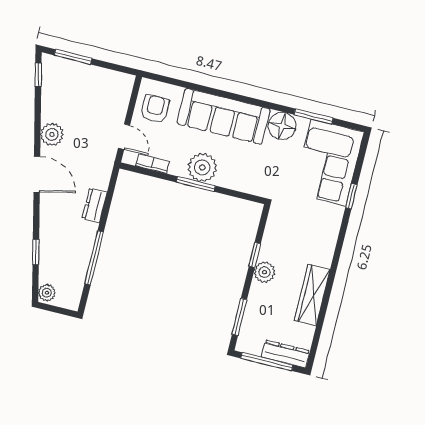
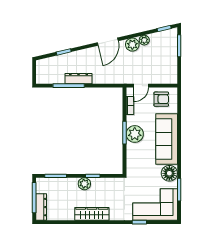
dresser: (95, 205) -> (79, 79), moved, width x1.44
plant: (47, 293) -> (144, 40), moved
wardrobe: (312, 295) -> (92, 214), moved

